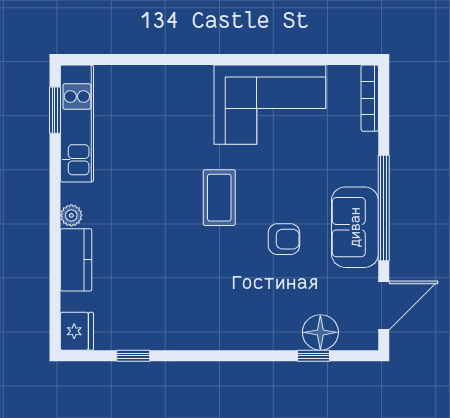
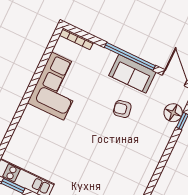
coffee table: (219, 198) -> (89, 130), removed
armchair: (284, 239) -> (122, 109), turned -101

